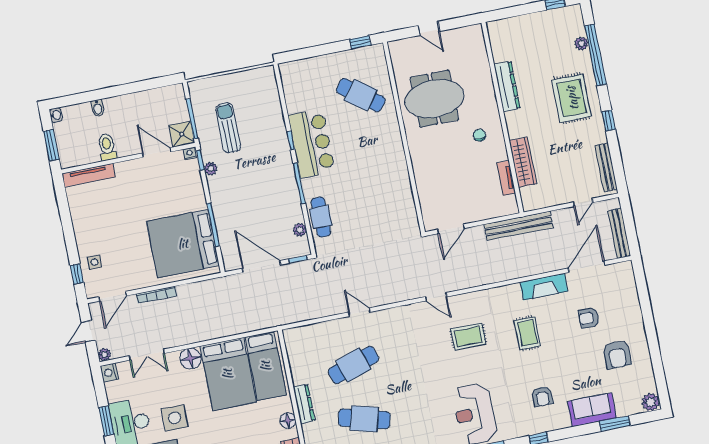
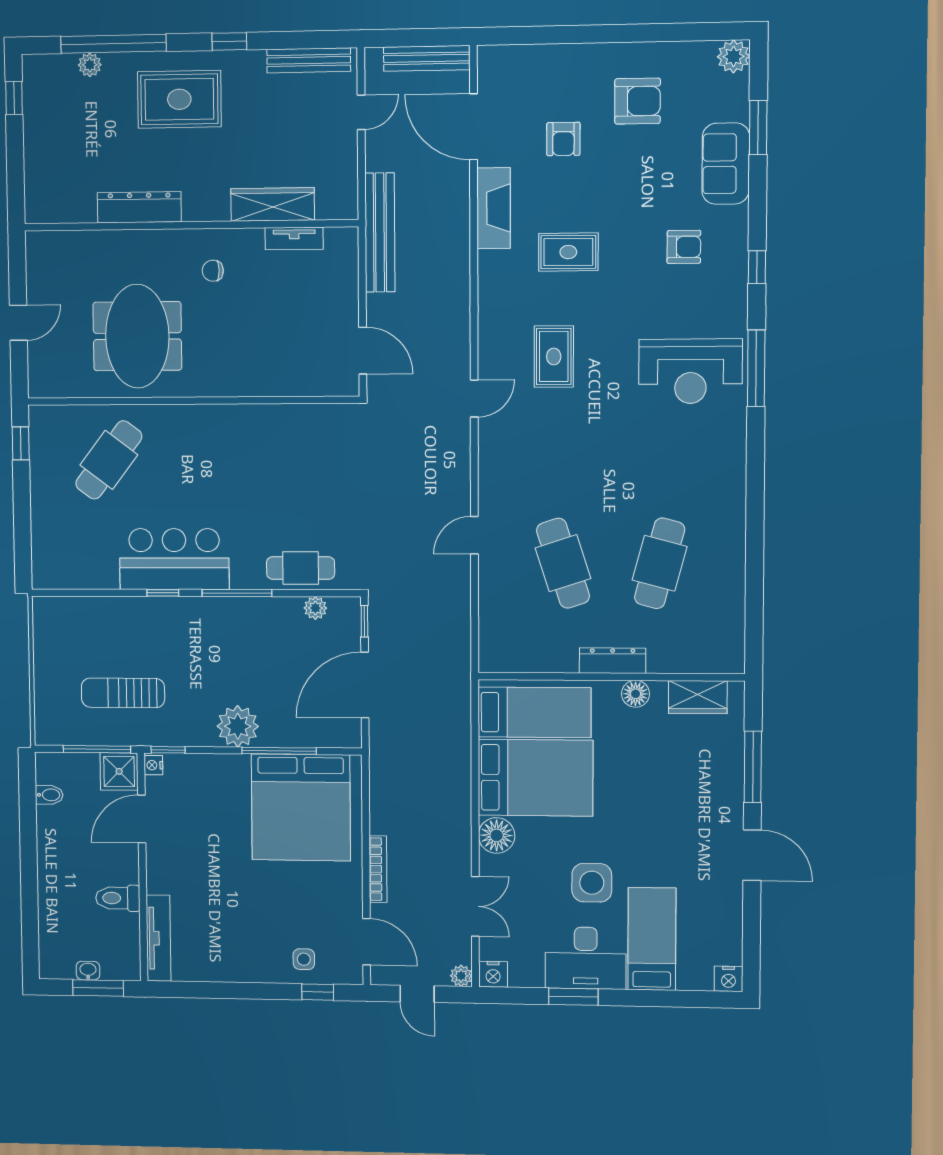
bidet: (98, 108) -> (49, 795), moved
washbasin: (56, 115) -> (88, 971), moved
plant: (211, 169) -> (238, 726), moved, width x1.88, depth x1.88
door: (583, 202) -> (361, 112), hinge flipped

